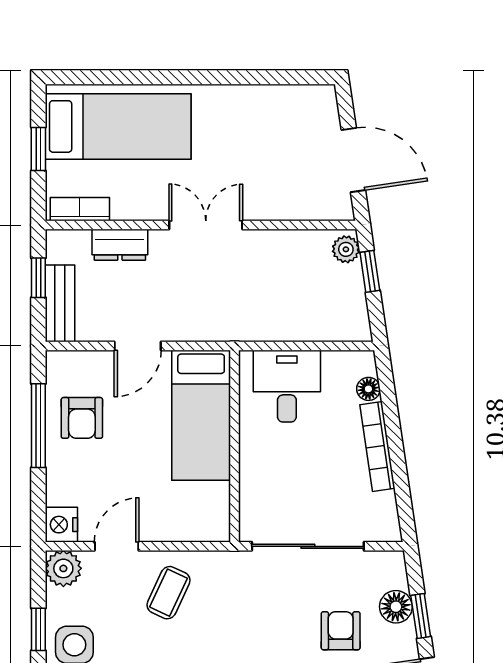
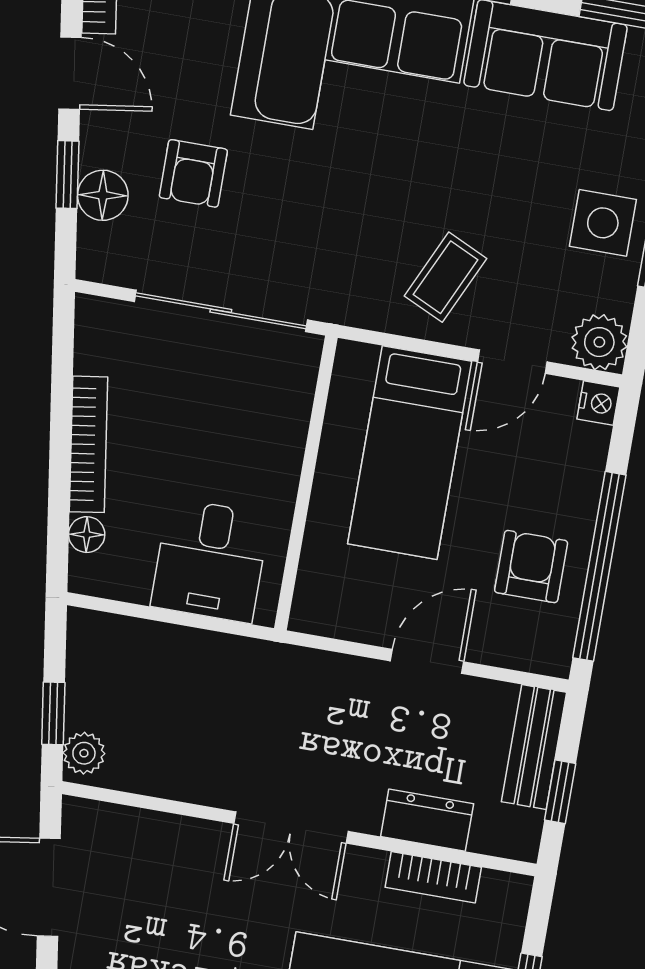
bookcase: (80, 209) -> (433, 877), moved
bed: (201, 415) -> (410, 453), moved, turned 180
window: (38, 426) -> (599, 566), width x1.46
nightstand: (61, 525) -> (598, 403), width x0.72, depth x0.74

